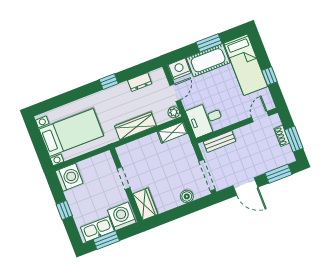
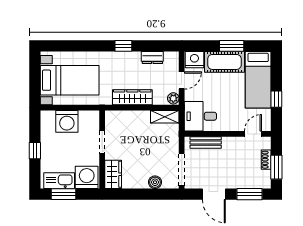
washing machine: (69, 177) -> (67, 121), moved, turned 90

